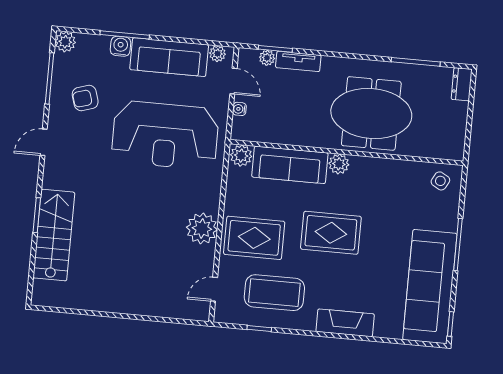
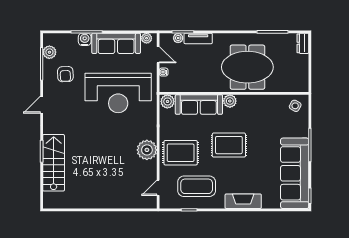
plant: (65, 42) -> (49, 52), moved
armchair: (85, 98) -> (65, 74), turned -75

